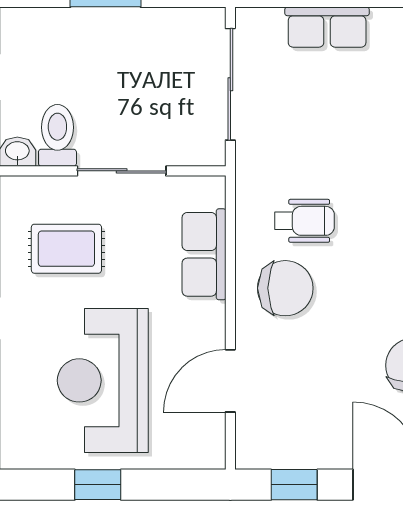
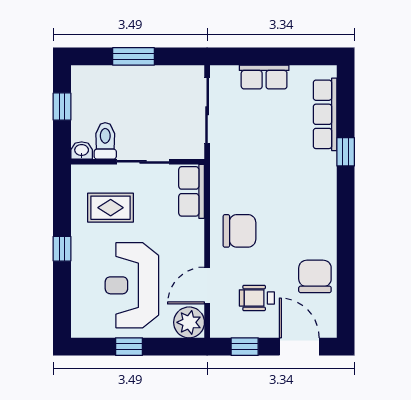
wheelchair: (304, 221) -> (257, 298), moved, turned 180
row of seats: (204, 254) -> (192, 191), moved
plant: (200, 444) -> (189, 322), added

